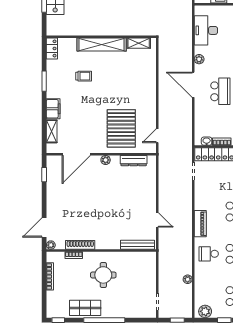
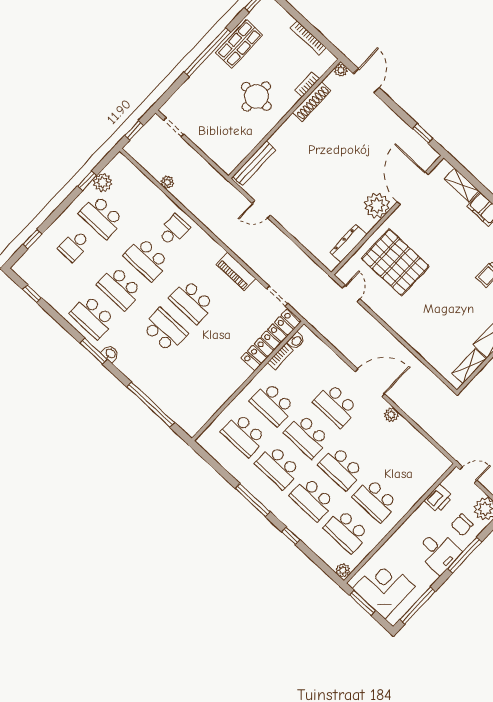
desk: (206, 30) -> (415, 451), removed
plant: (106, 160) -> (377, 205), width x1.87, depth x1.87
piano: (200, 224) -> (236, 272), moved
plant: (205, 311) -> (103, 182), moved

